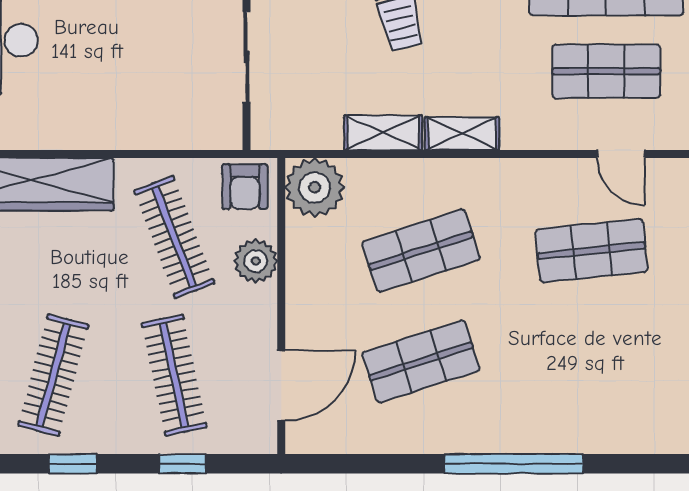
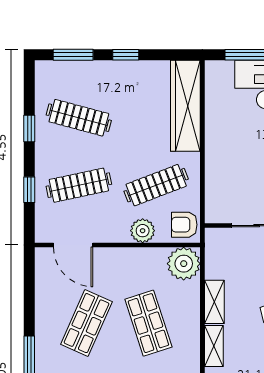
shop shelf: (421, 361) -> (86, 323), turned 42

